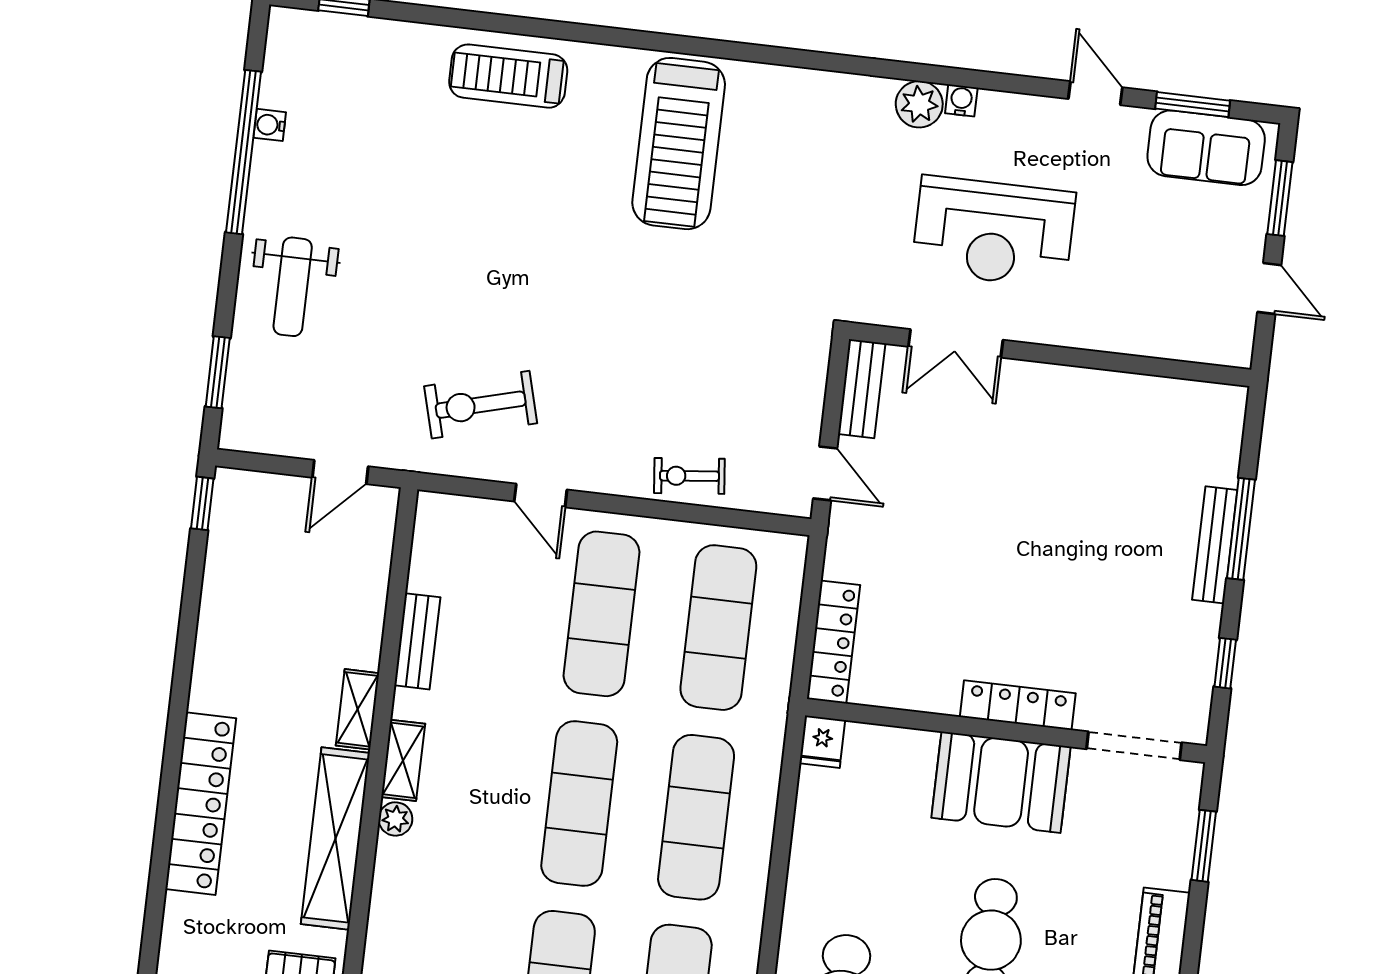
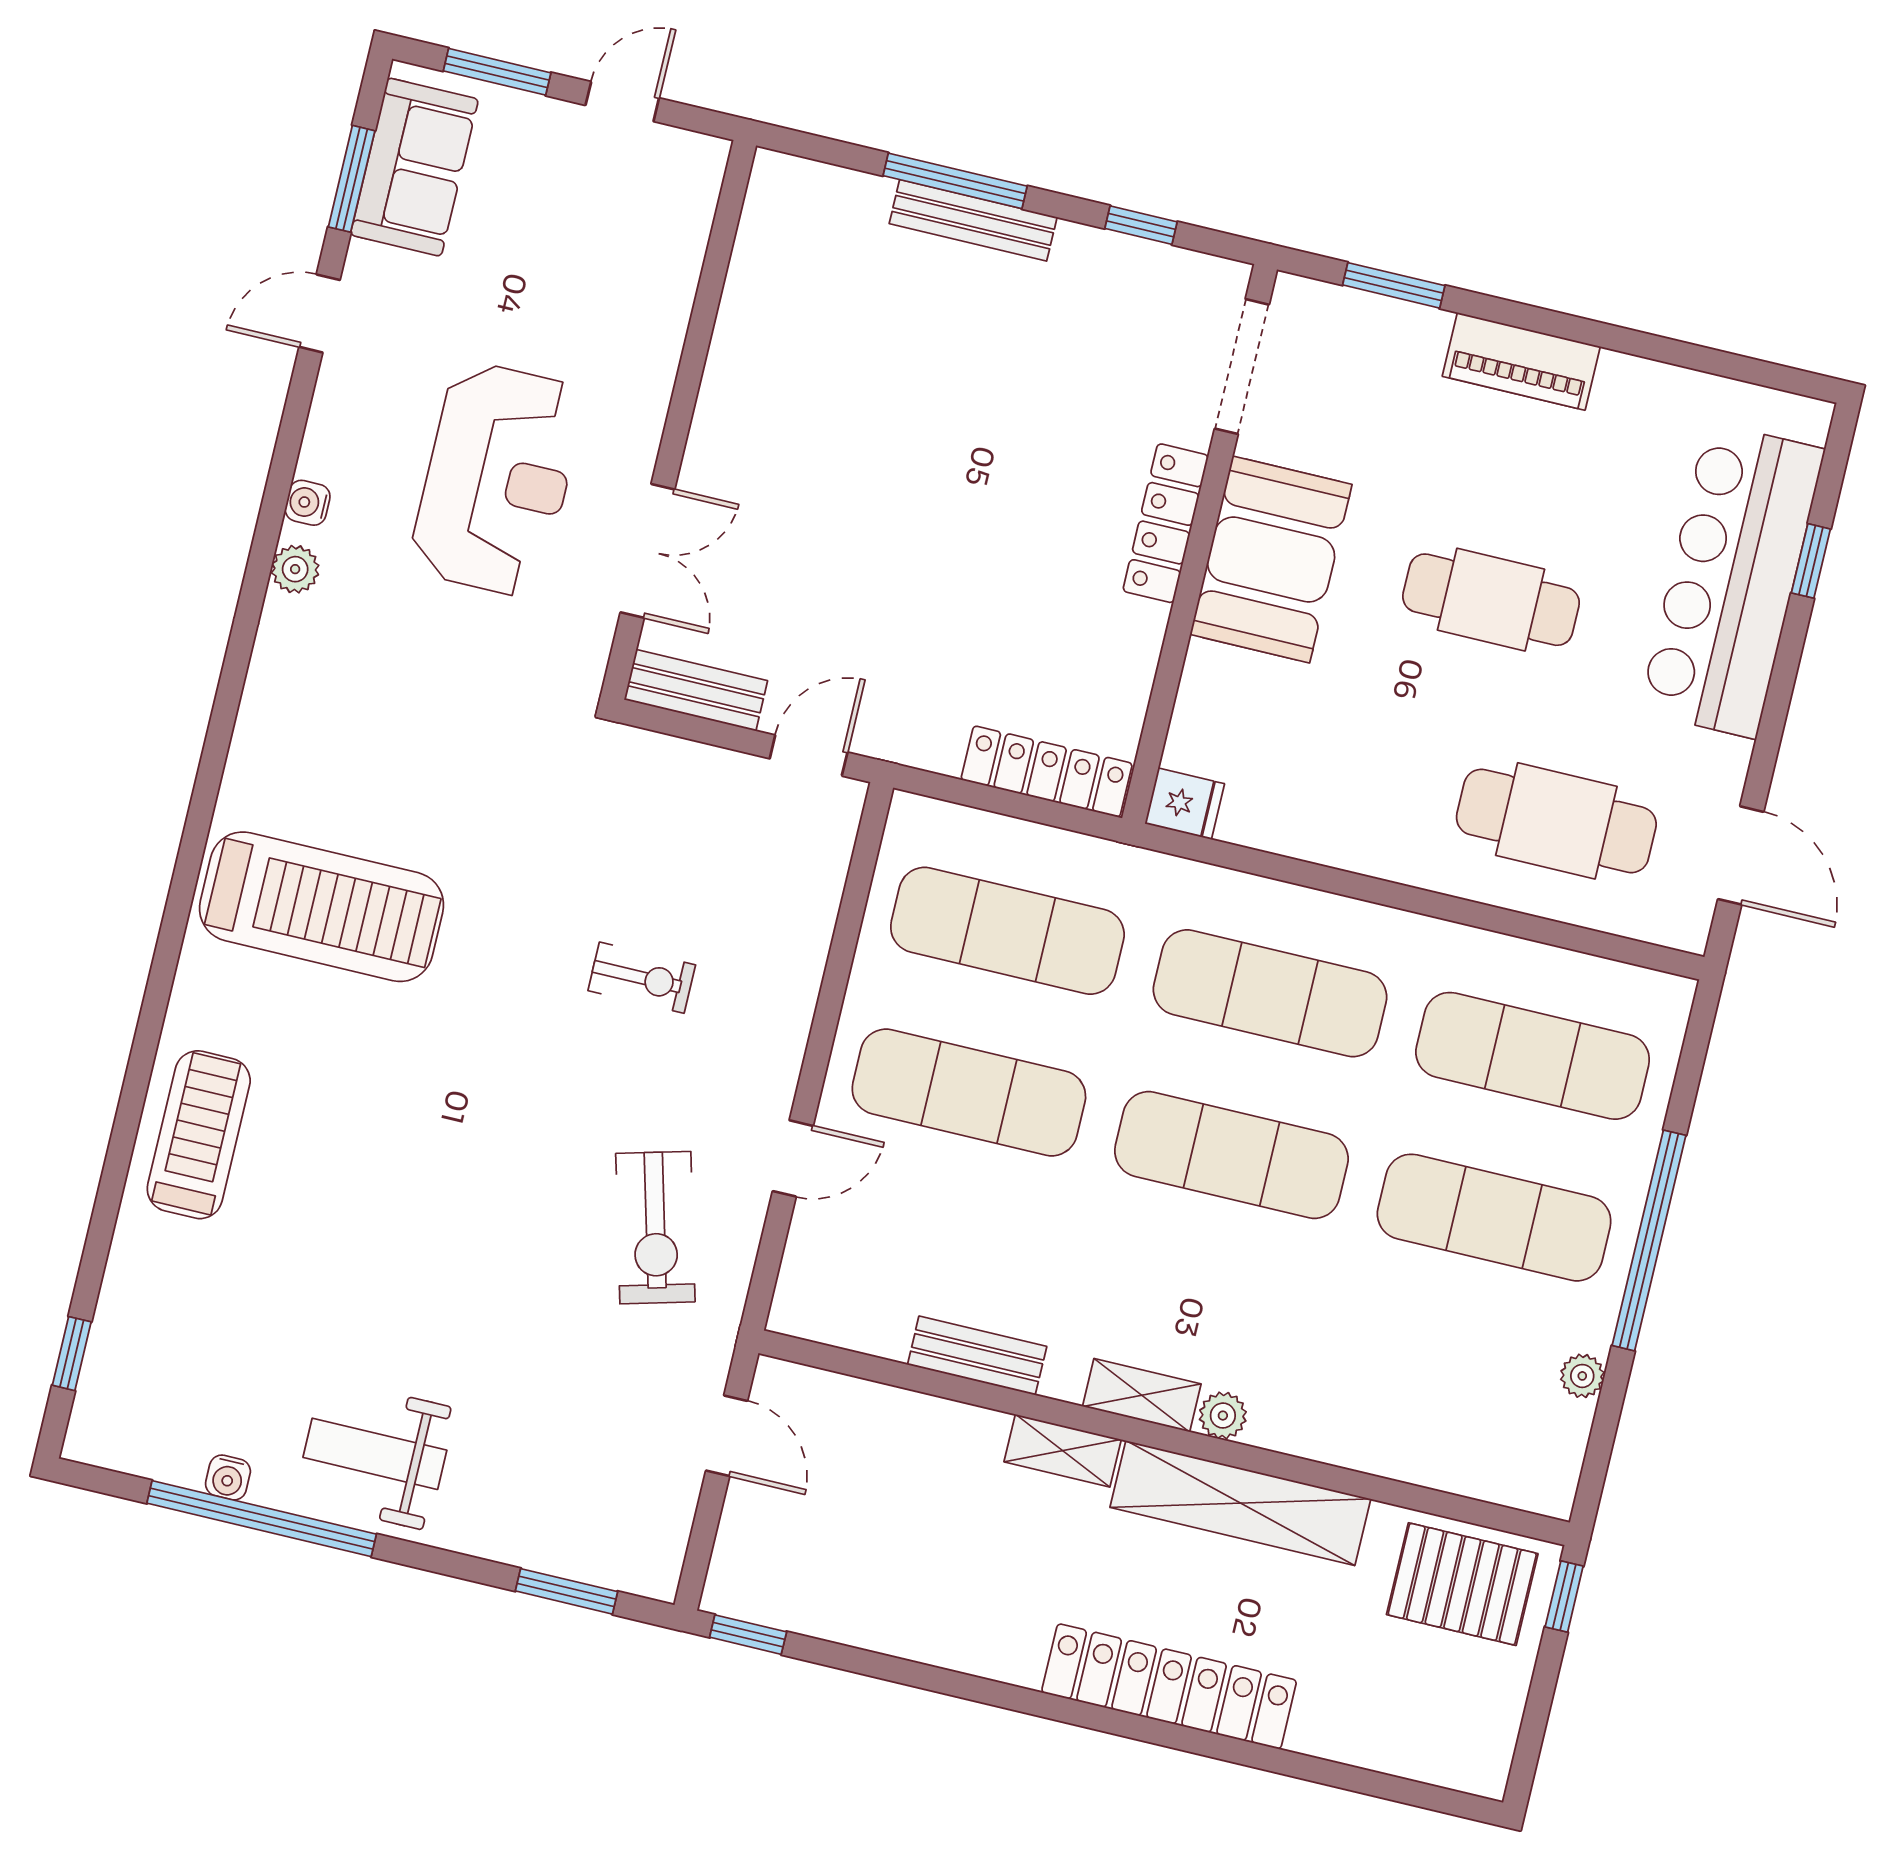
treadmill: (508, 76) -> (199, 1135), turned 180
plant: (919, 104) -> (295, 569), width x0.73, depth x0.73
weight bench: (293, 287) -> (375, 1454), moved, turned 180
exercise bike: (689, 476) -> (642, 978), moved, turned -84

